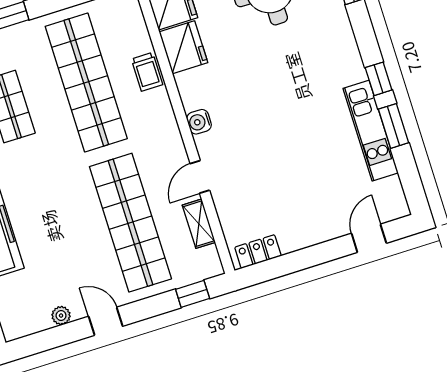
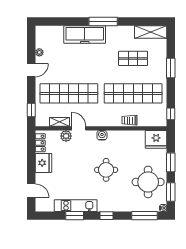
fridge: (183, 47) -> (43, 163), moved, turned -90
window: (379, 79) -> (106, 216), moved
round table: (272, 89) -> (106, 170), added
plant: (225, 200) -> (66, 136), added

